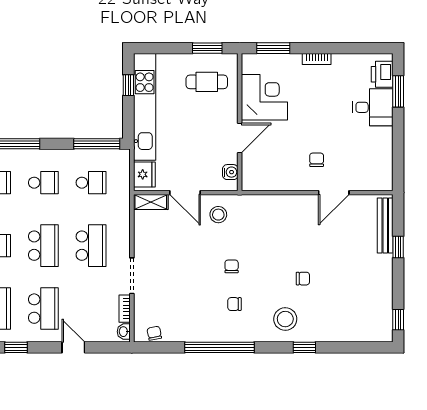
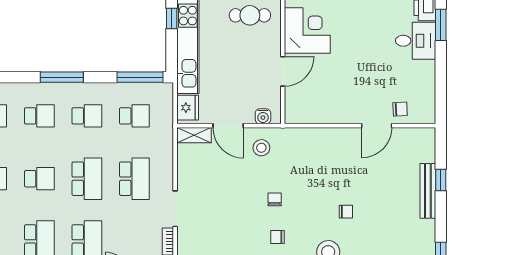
chair: (317, 160) -> (400, 109), moved, turned 87
water cooler: (230, 172) -> (263, 116), moved, turned 90
bench: (385, 226) -> (428, 191), moved

